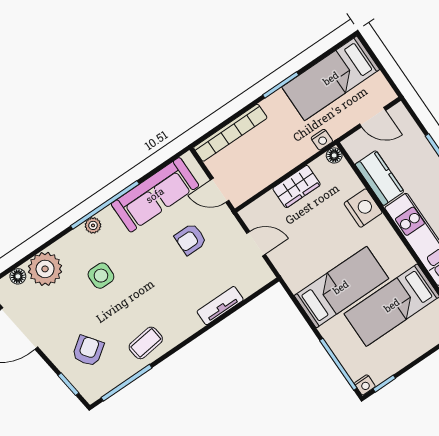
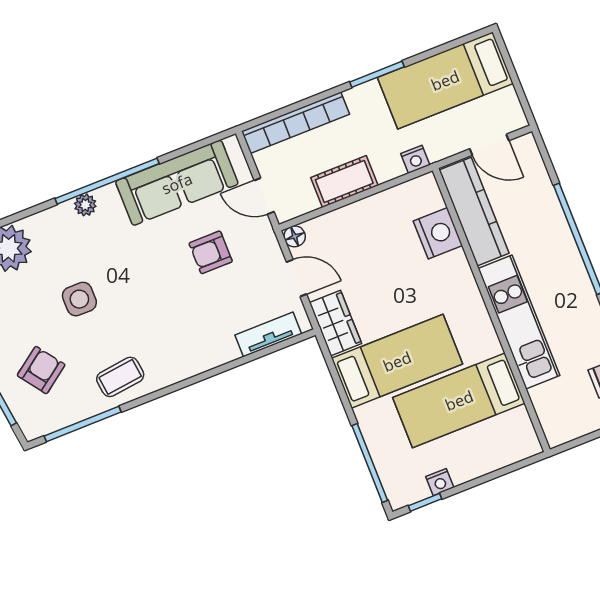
floor lamp: (334, 155) -> (295, 236), moved
cot: (275, 167) -> (344, 182), added
kitchen counter: (380, 178) -> (474, 212), width x1.50
wardrobe: (297, 187) -> (336, 323), moved, turned -90
nightstand: (363, 208) -> (438, 233), moved
side table: (101, 276) -> (79, 299), moved
tv unit: (220, 306) -> (268, 334), moved
nightstand: (365, 385) -> (440, 482), moved

